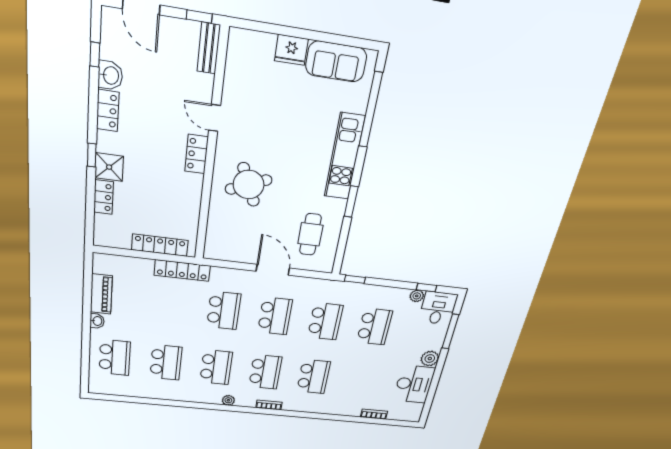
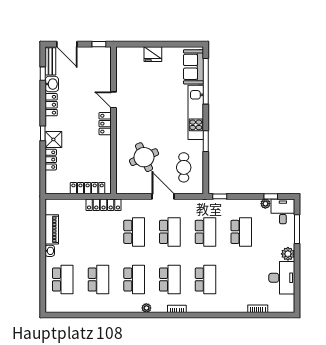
bench: (209, 48) -> (50, 61), moved
sofa: (336, 62) -> (193, 67), moved, turned 90
round table: (249, 185) -> (144, 157), moved

